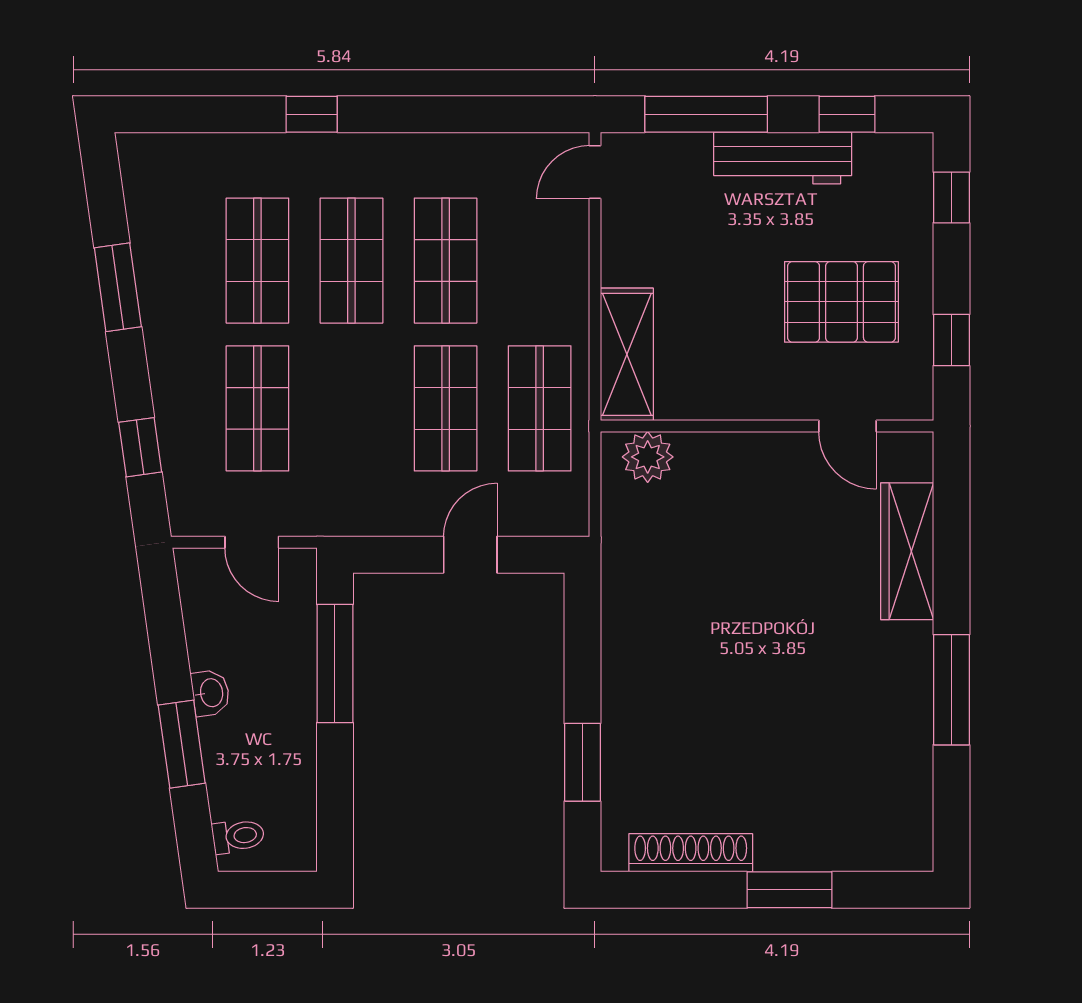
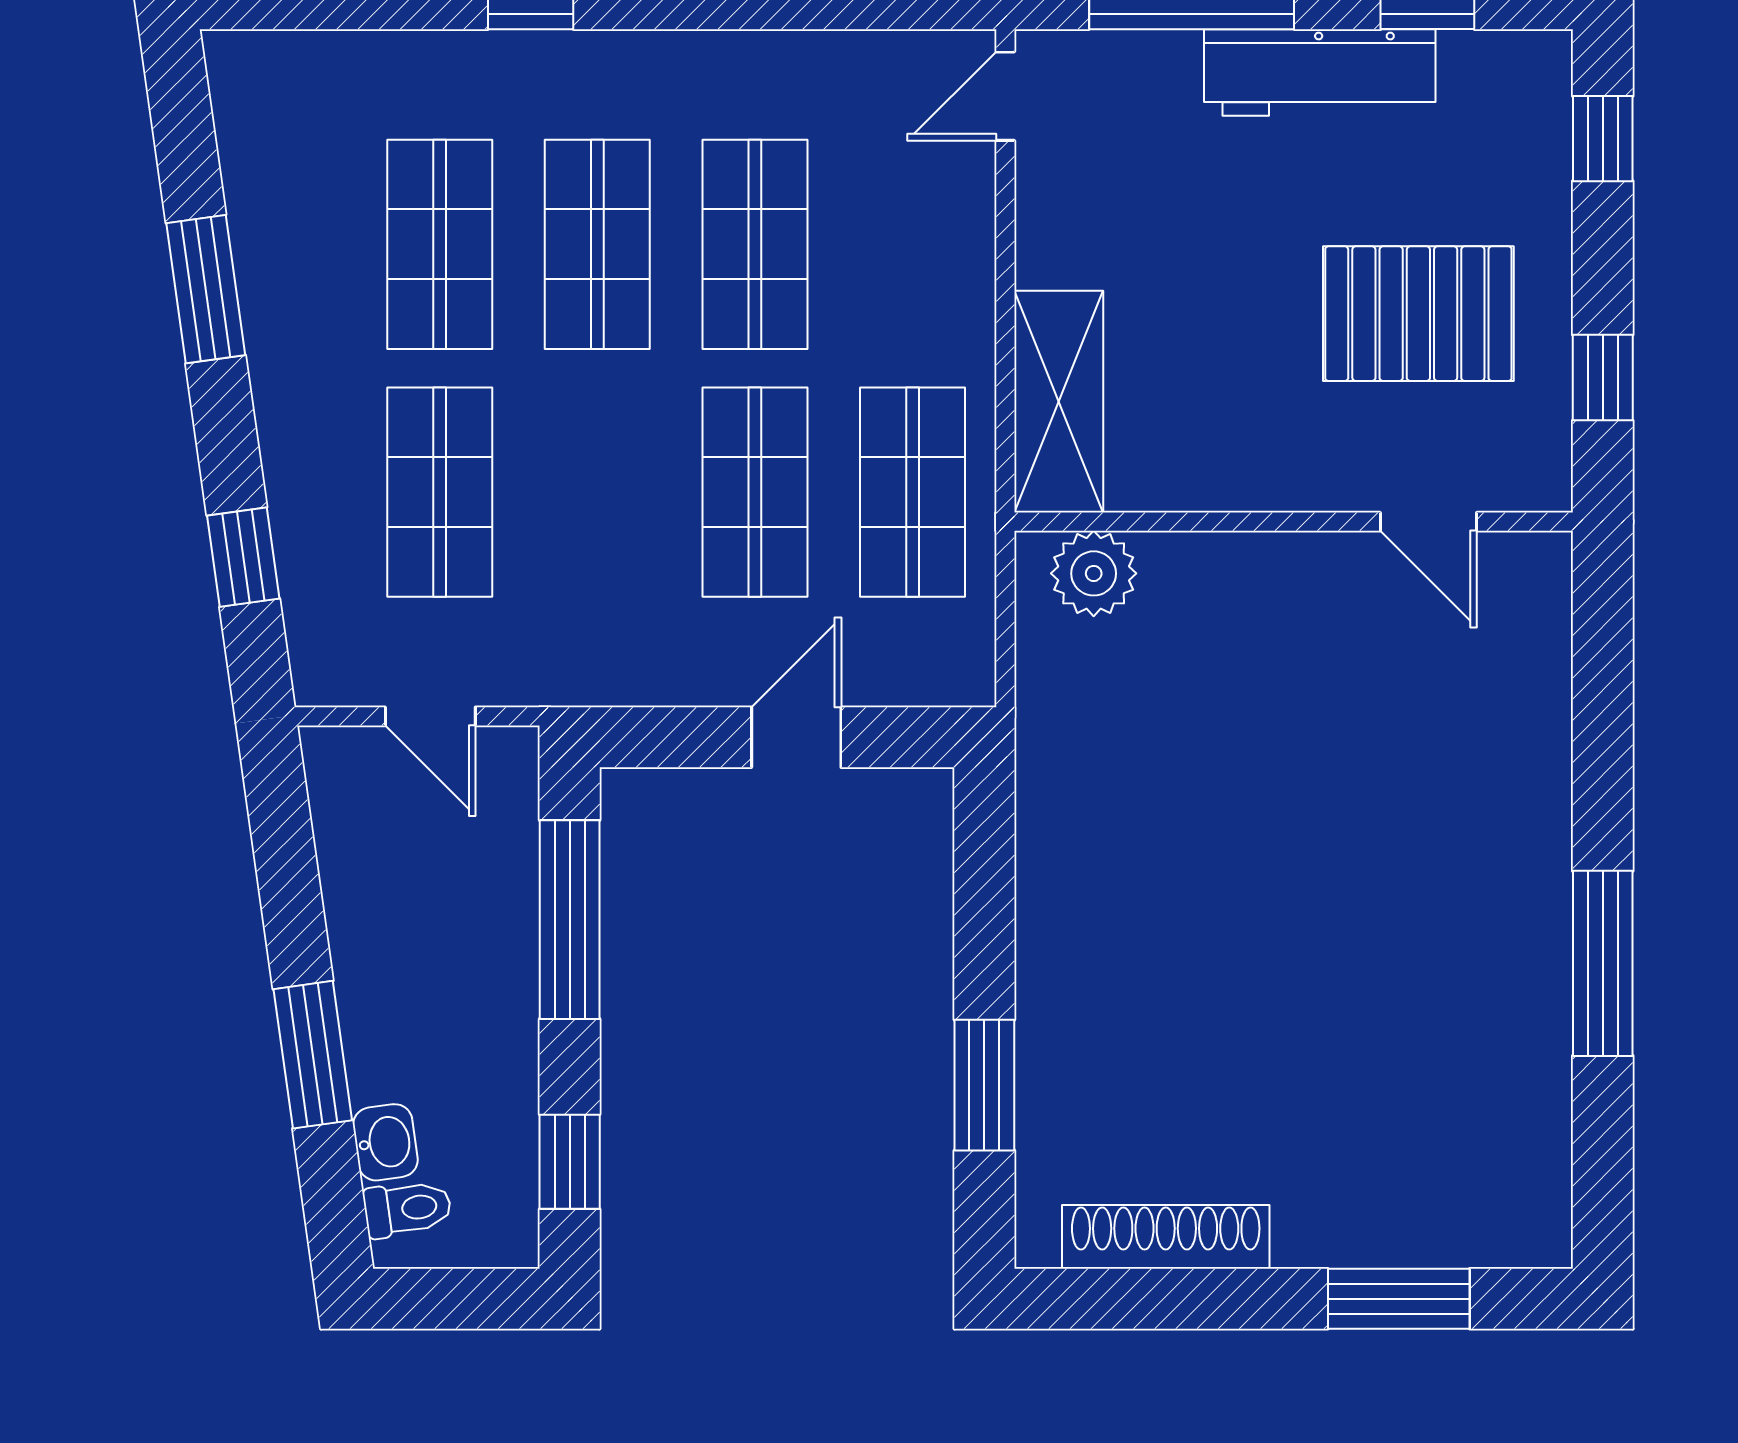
wardrobe: (907, 551) -> (1528, 732), removed
washbasin: (211, 693) -> (385, 1142), moved
window: (335, 808) -> (570, 1162), added
window: (789, 890) -> (1399, 1299), moved

